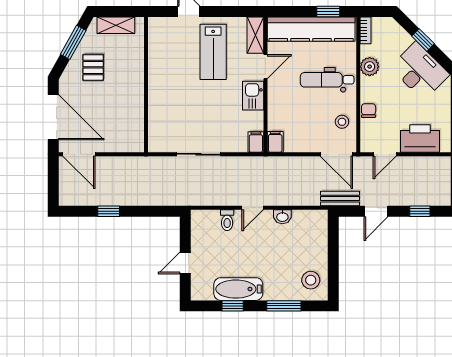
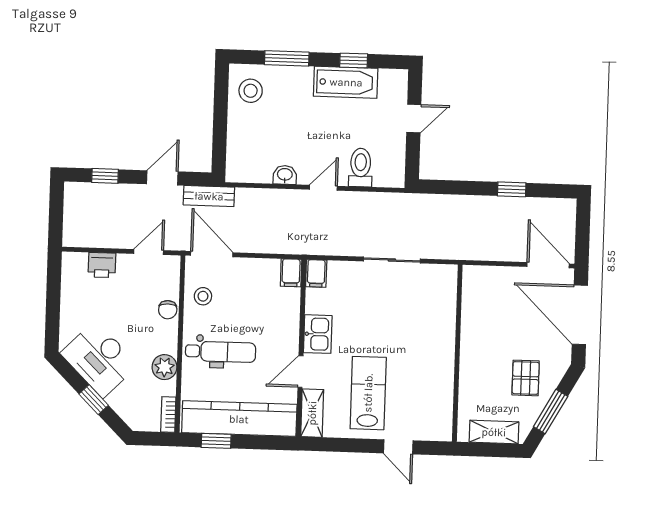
printer: (420, 139) -> (102, 265), width x0.53, depth x0.68
toilet: (227, 220) -> (361, 168), width x1.37, depth x1.39

